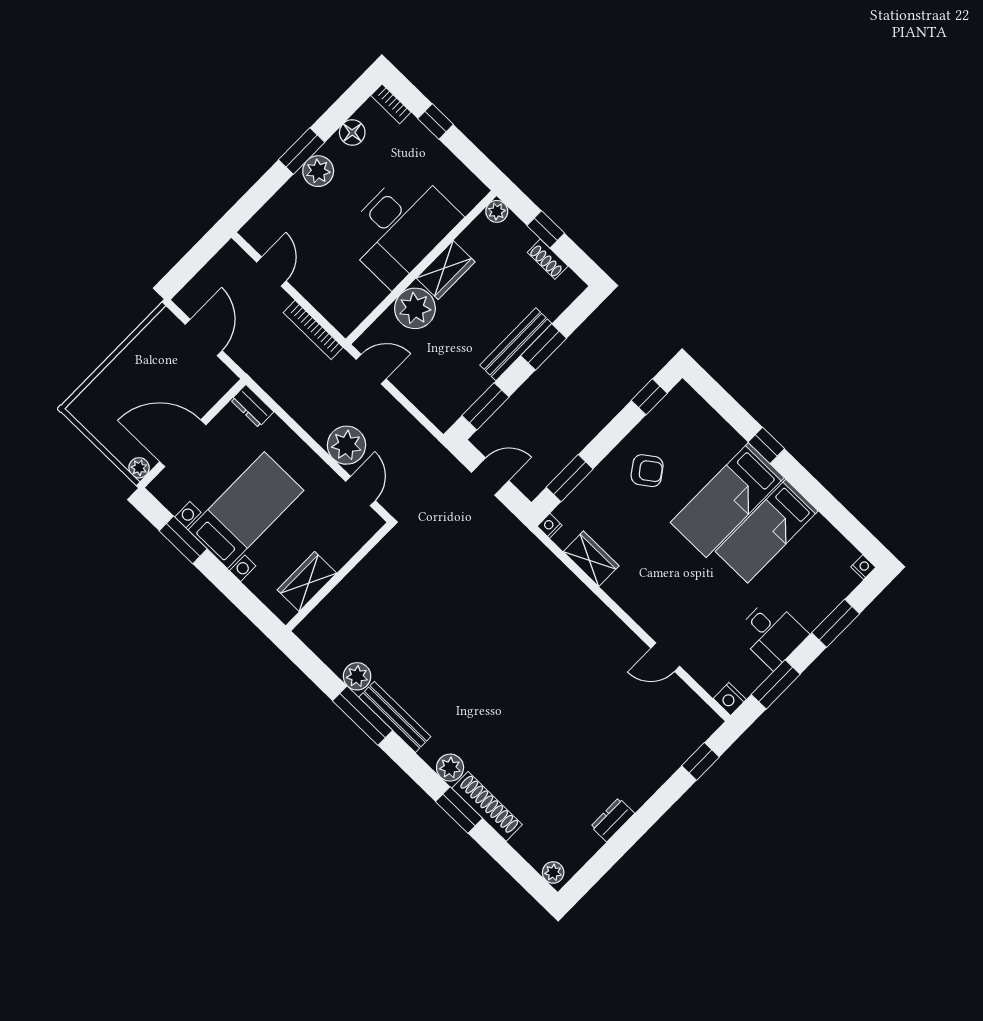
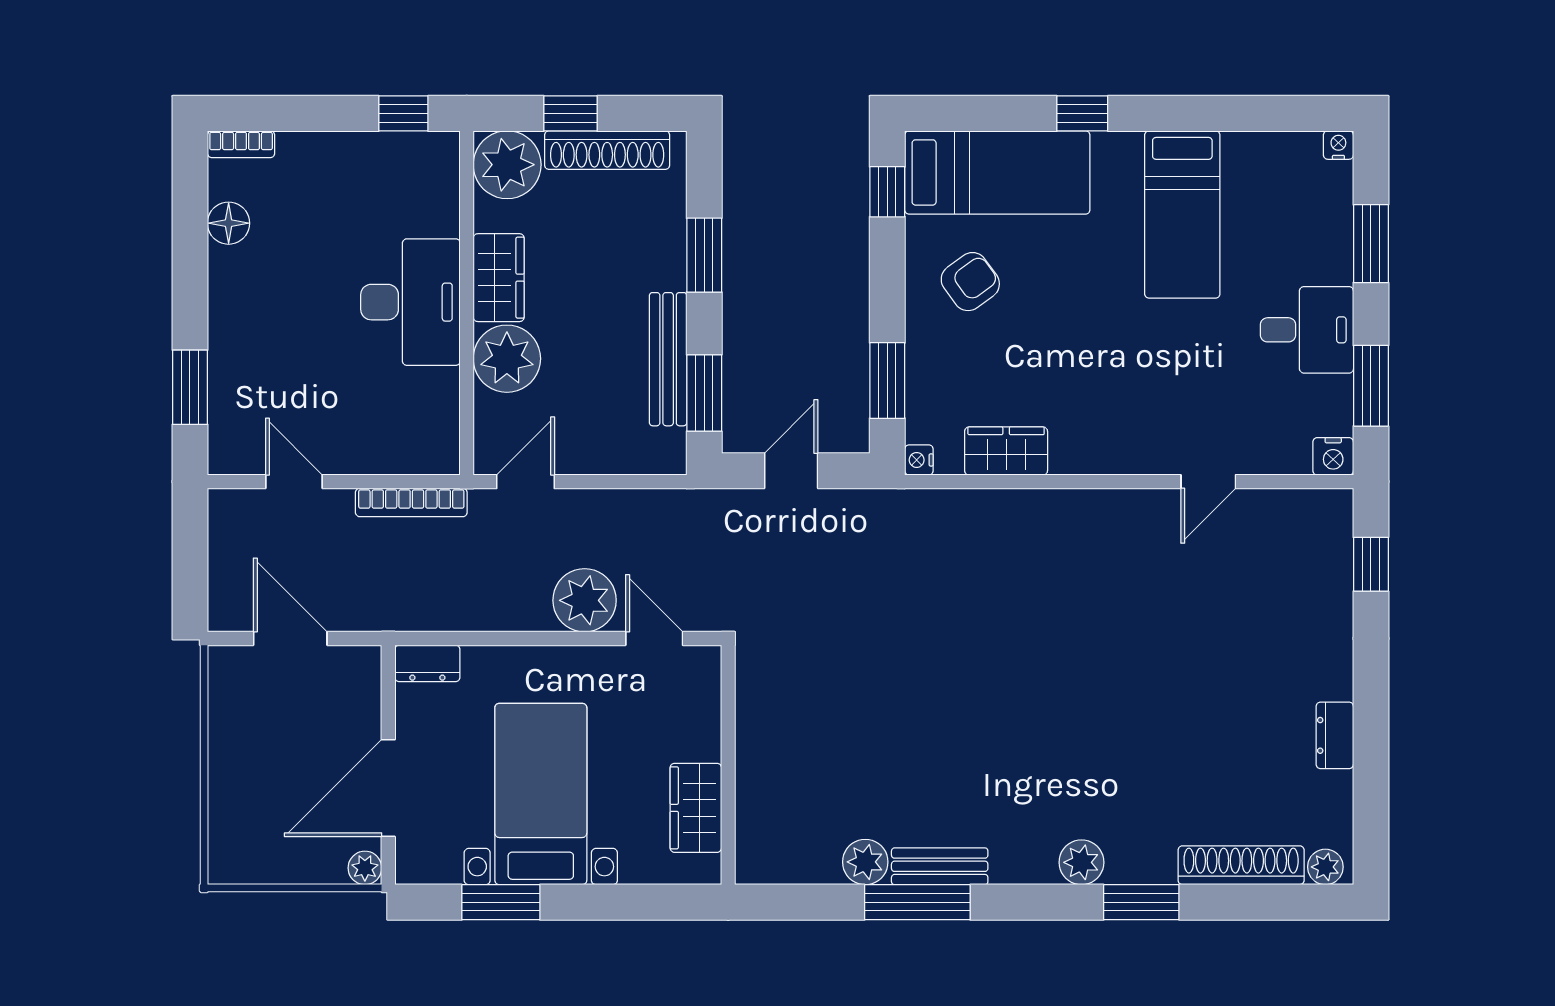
window: (436, 122) -> (403, 113), moved
window: (302, 151) -> (190, 387), moved
plant: (318, 171) -> (233, 308), removed
plant: (497, 211) -> (507, 165), width x1.88, depth x1.88
desk: (401, 227) -> (410, 302), width x0.73, depth x0.77
shoe rack: (548, 259) -> (607, 150), width x1.94, depth x1.24
bench: (516, 344) -> (668, 359), moved
bed: (727, 500) -> (997, 172), moved, turned -90
bench: (395, 717) -> (940, 866), width x0.73
shoe rack: (487, 806) -> (1241, 865), moved

